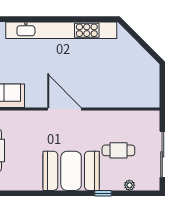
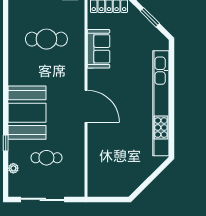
door: (64, 109) -> (86, 106), hinge flipped
cafe table: (118, 150) -> (46, 158), turned 90

